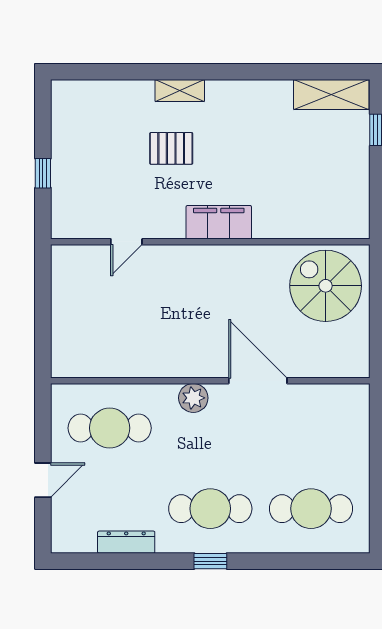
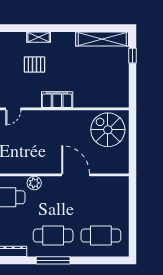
shelving: (331, 95) -> (102, 39), width x1.47
plant: (193, 398) -> (34, 183), moved
window: (210, 561) -> (53, 260), width x2.17

